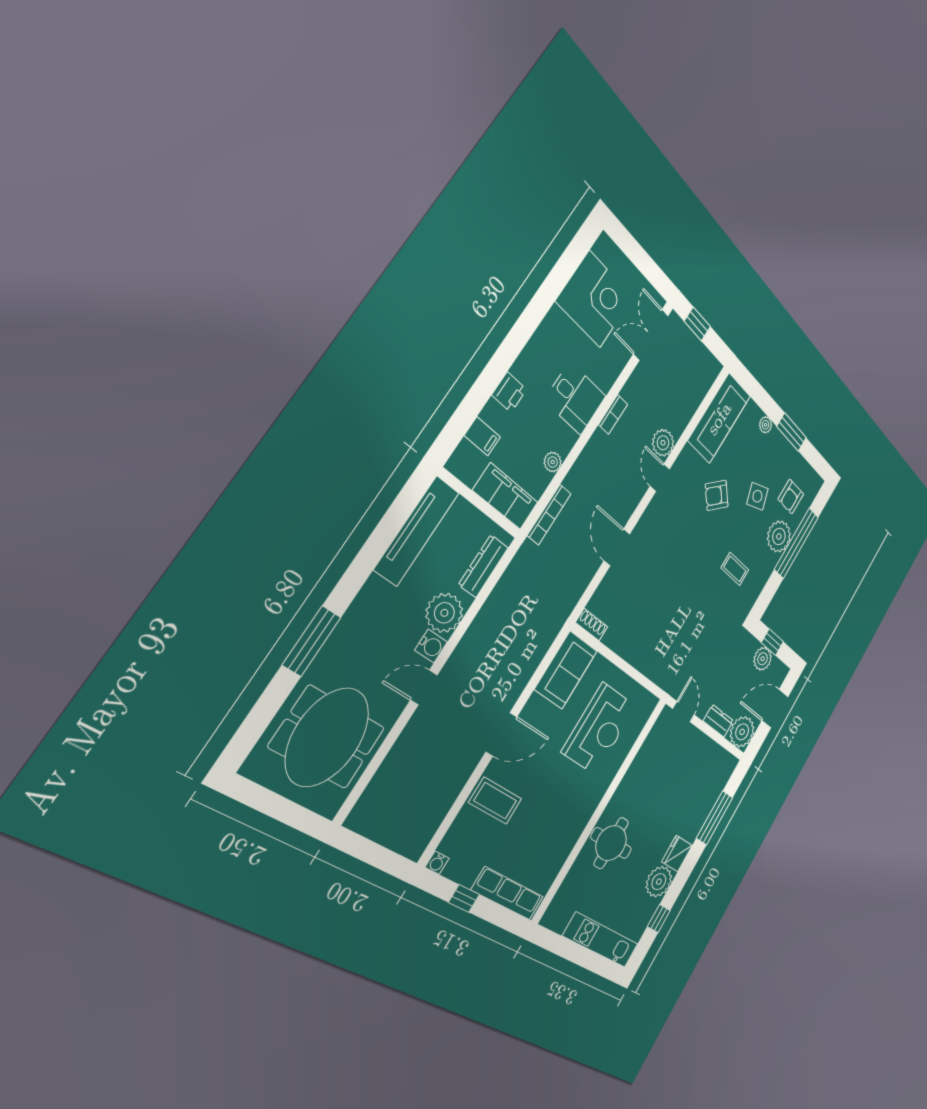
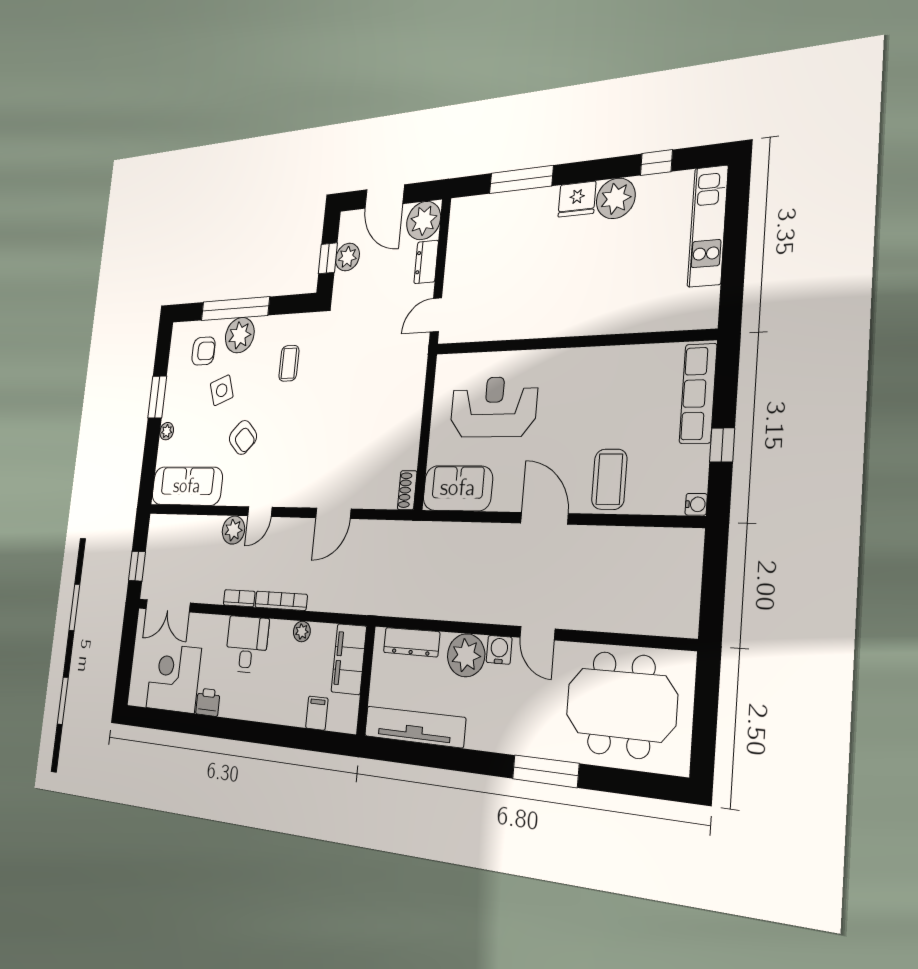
printer: (509, 392) -> (208, 702), moved
bookcase: (549, 515) -> (281, 601), moved
round table: (611, 843) -> (598, 299), removed

